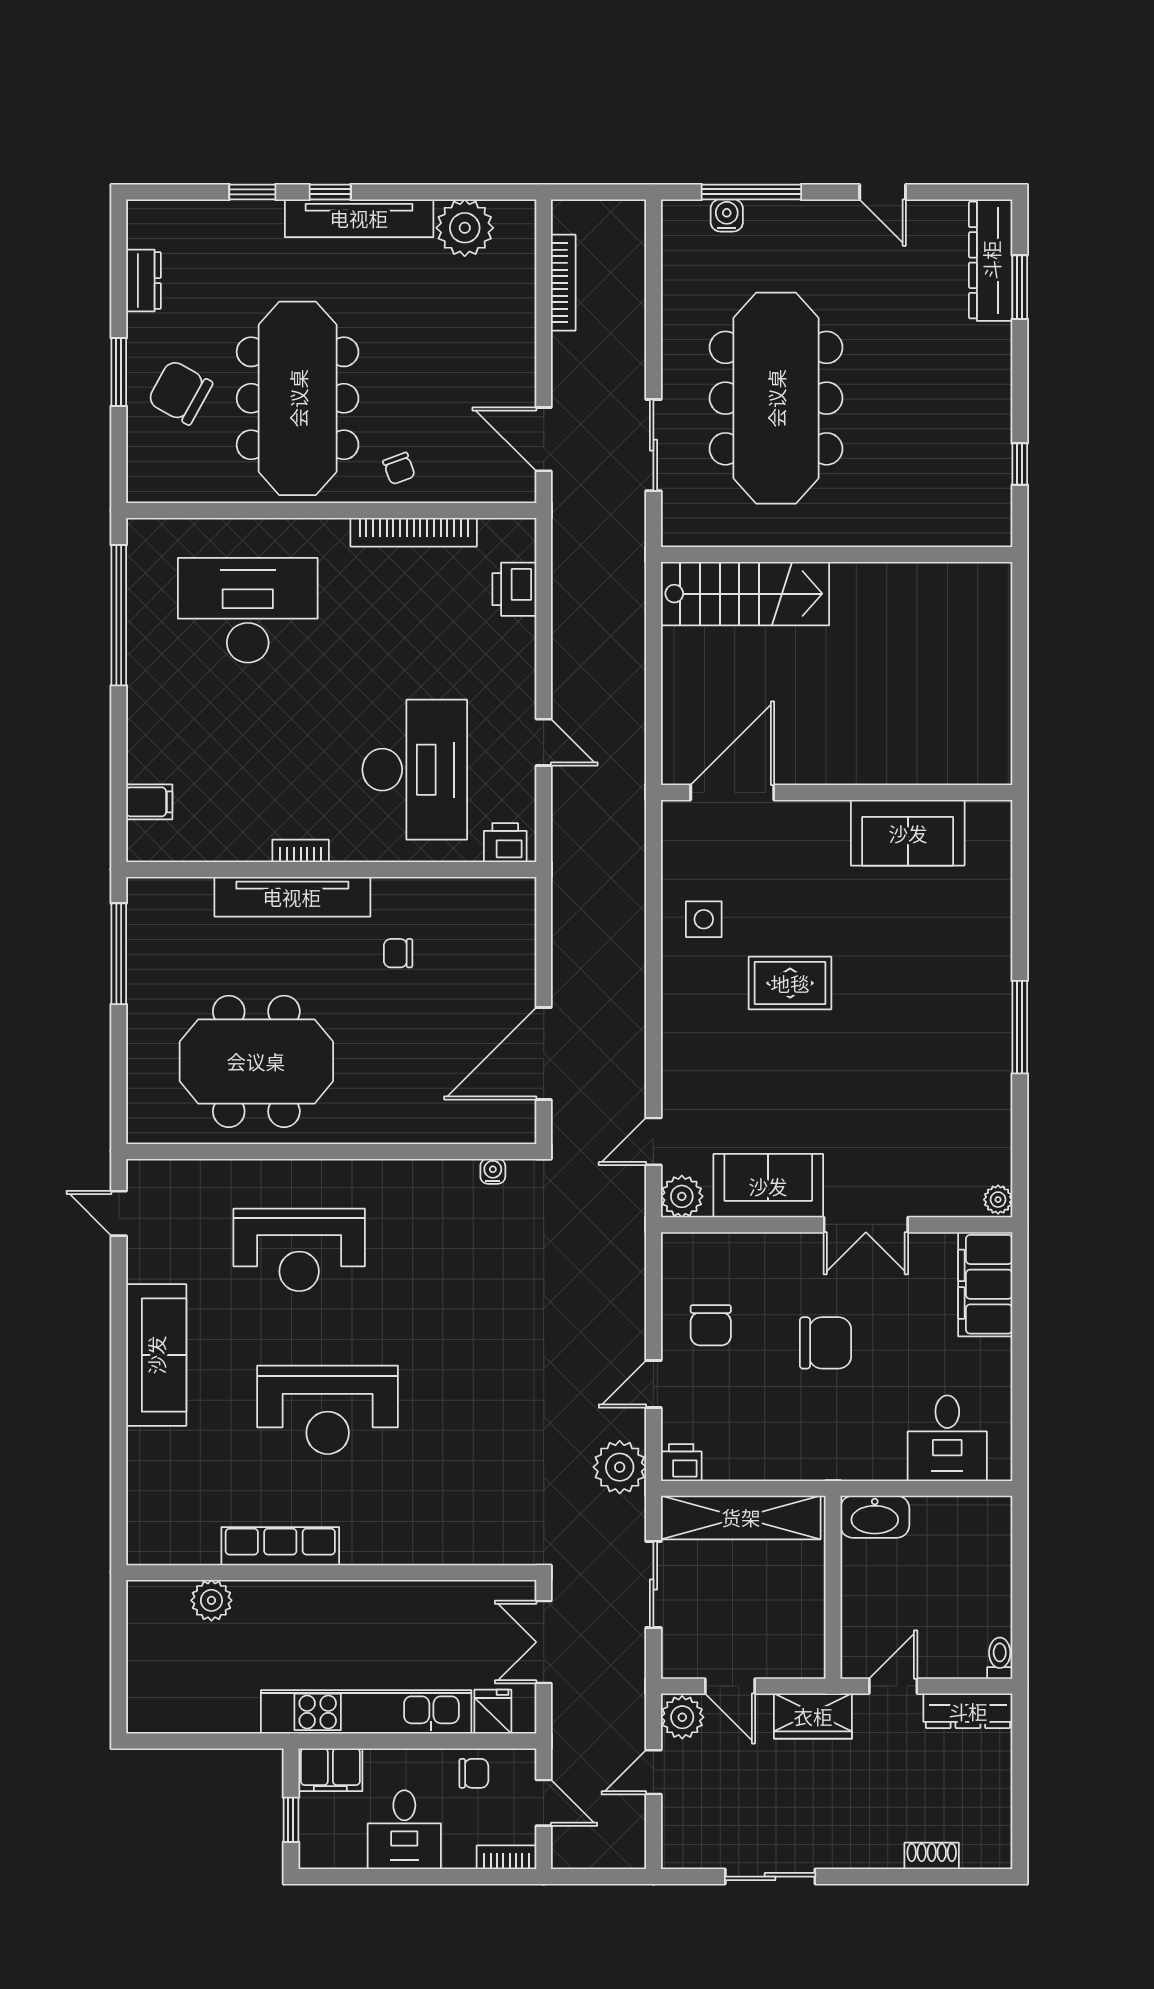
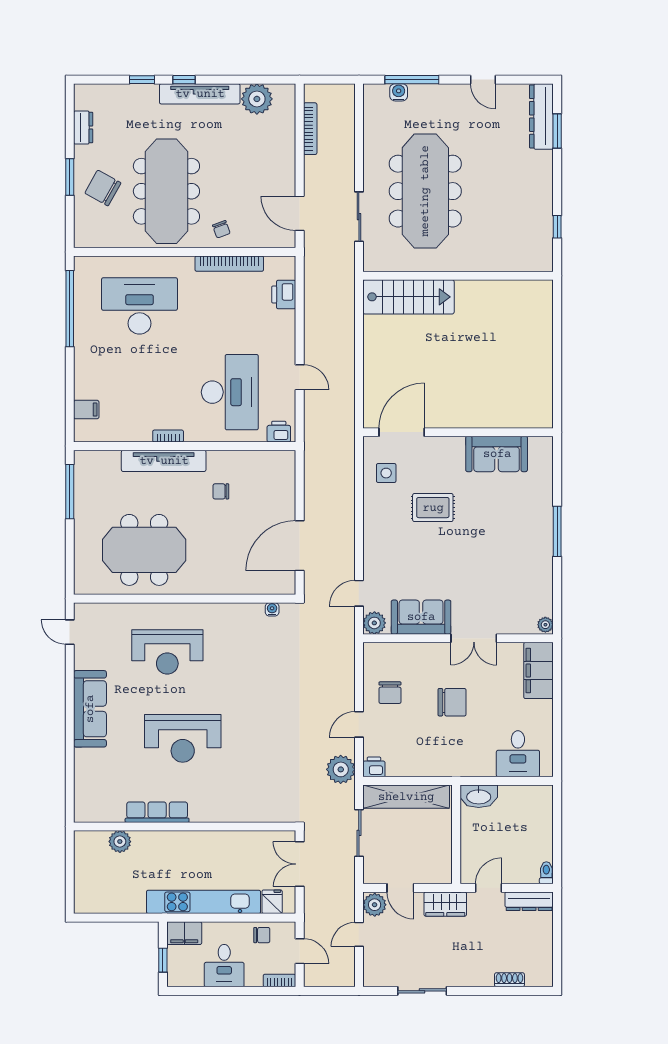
door: (732, 793) -> (402, 432), moved
wall: (837, 793) -> (458, 432), moved
sofa: (908, 833) -> (497, 454), moved

